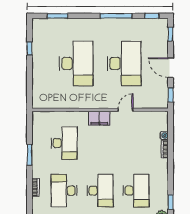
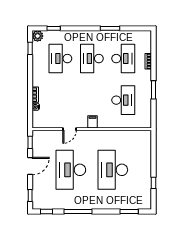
door: (171, 68) -> (30, 166), hinge flipped
filing cabinet: (99, 118) -> (93, 122), width x0.50
desk: (64, 143) -> (123, 100), turned 180

